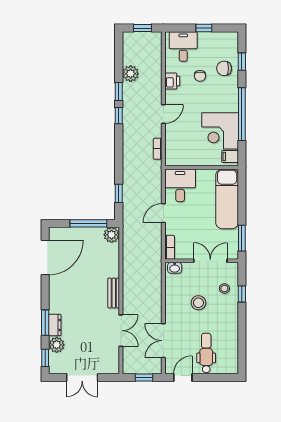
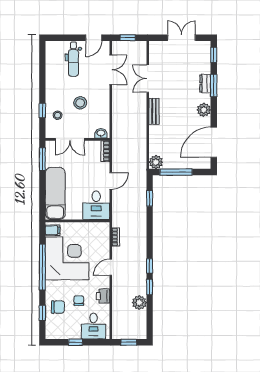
corner desk: (220, 131) -> (67, 258), width x1.36, depth x1.36
plant: (57, 345) -> (204, 110), moved

